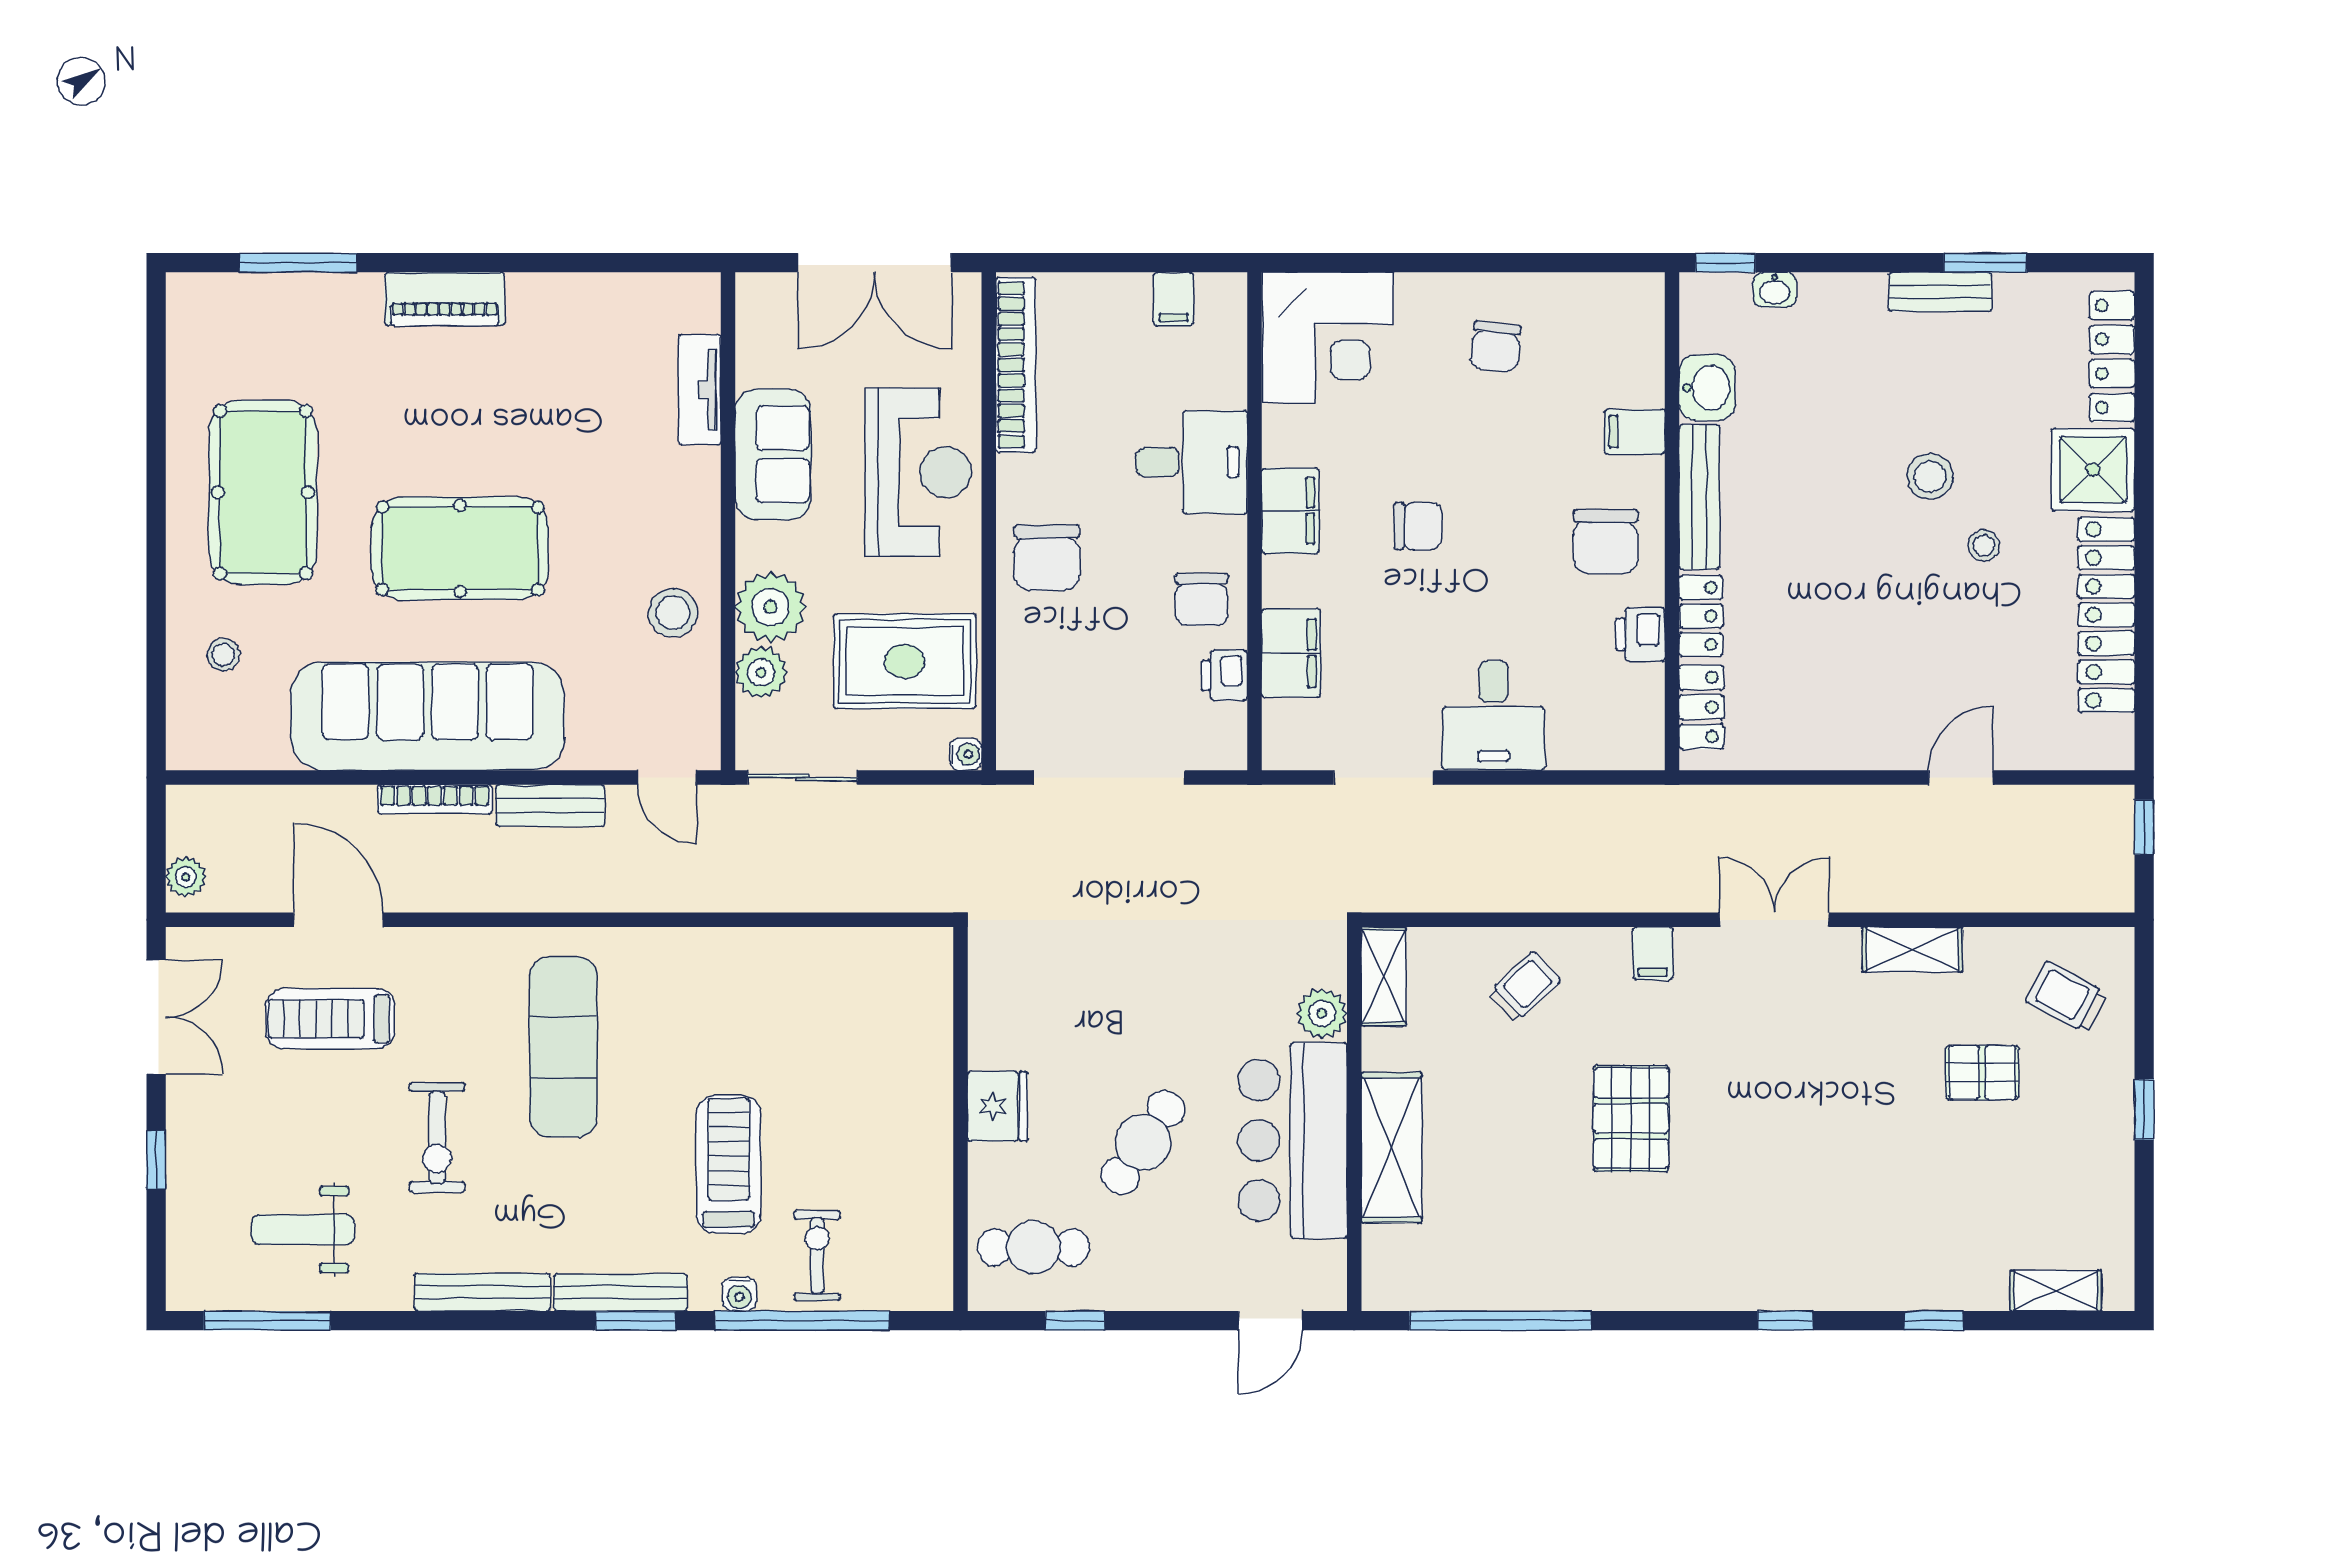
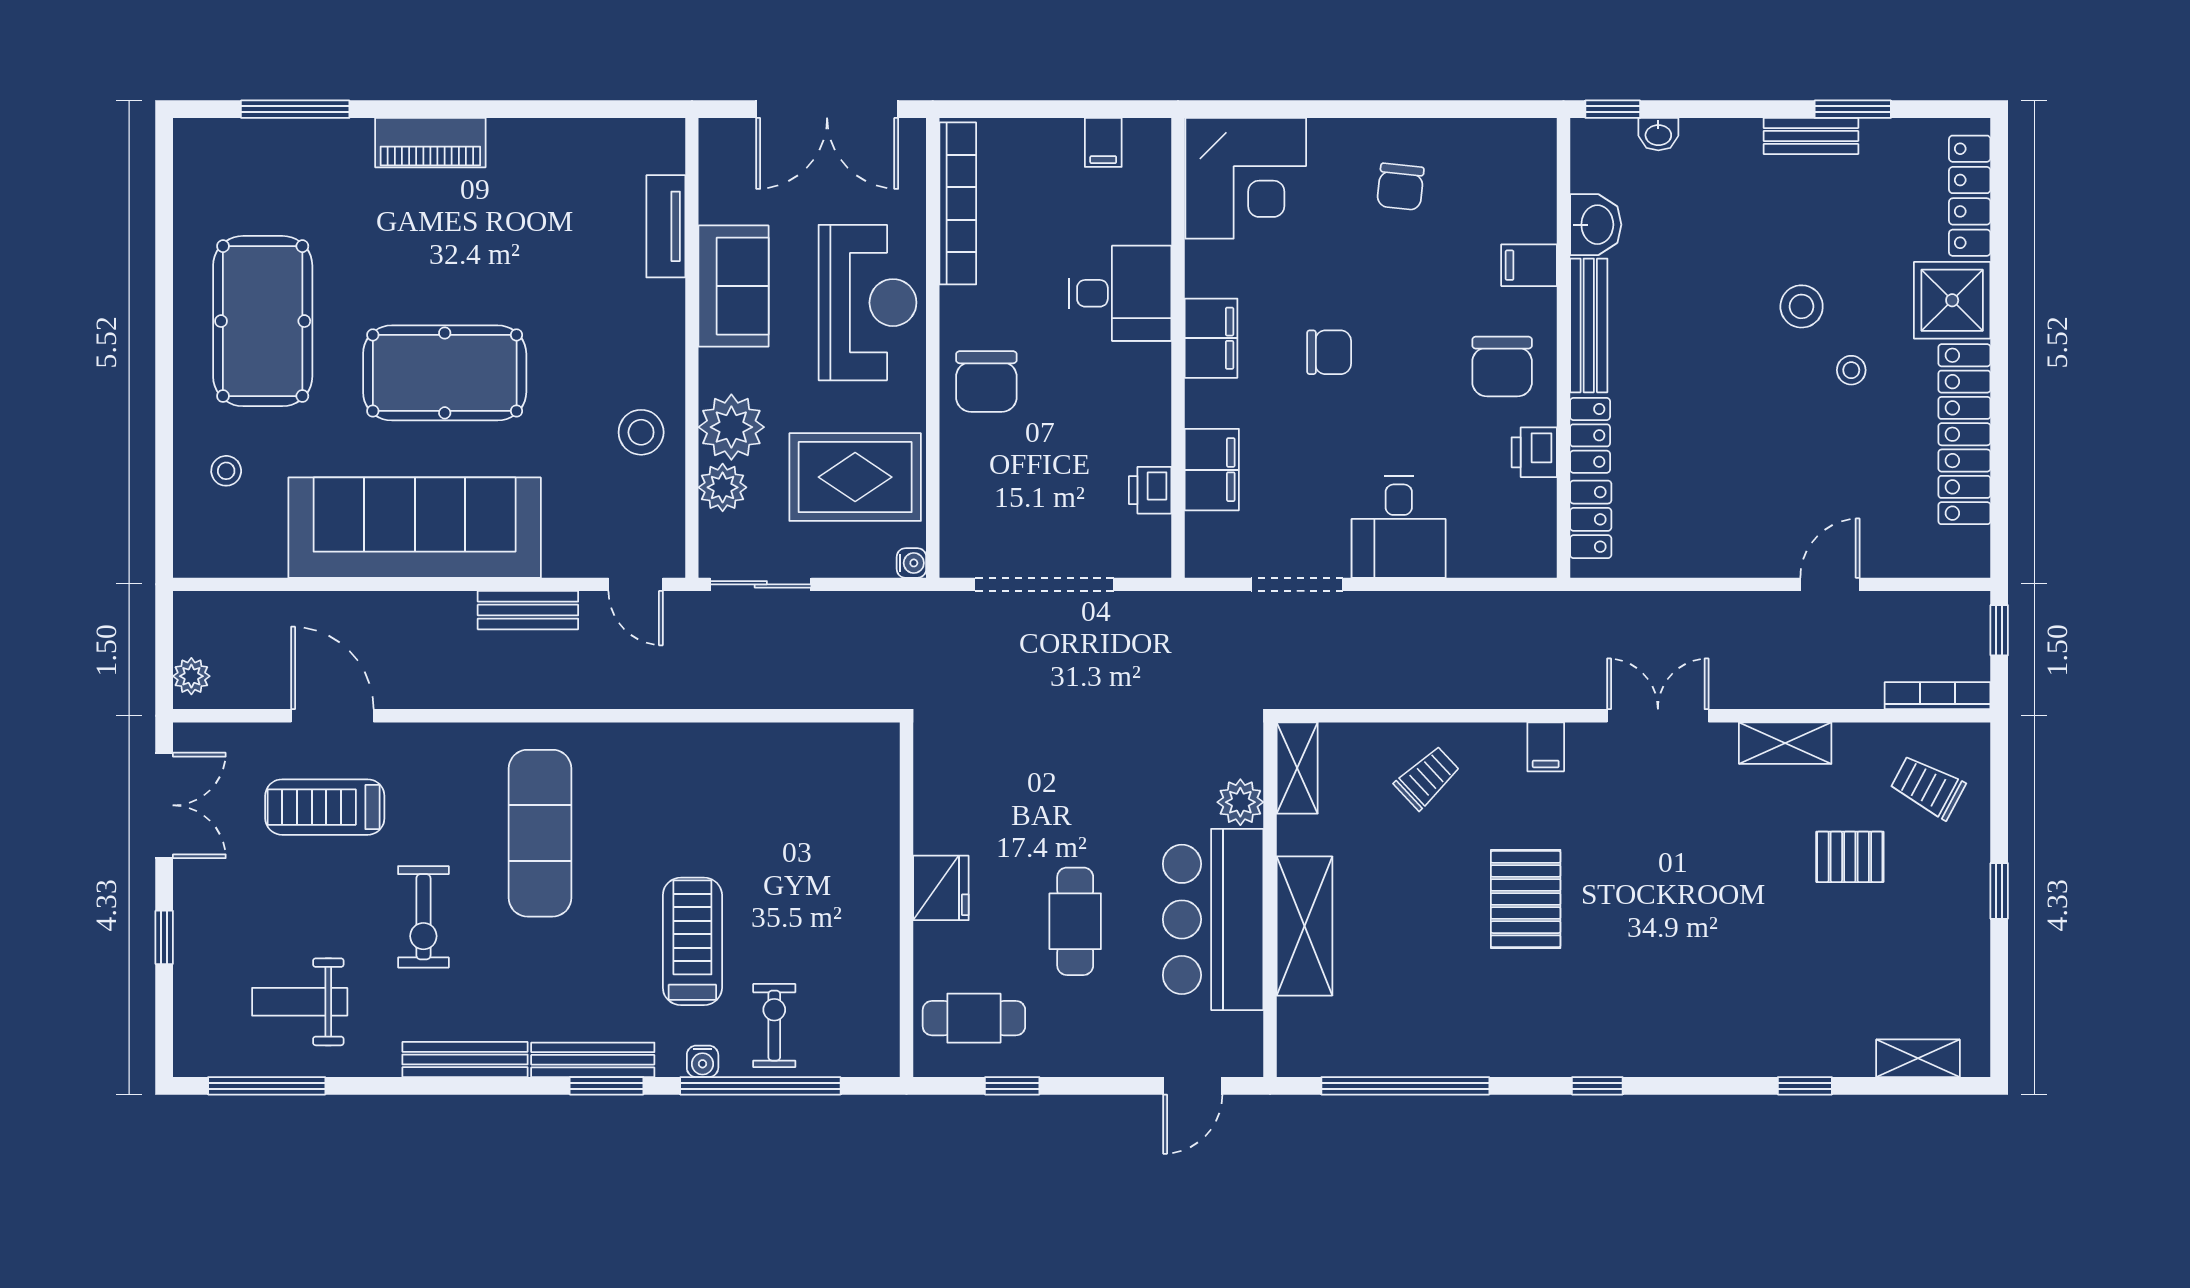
chair: (1201, 600) -> (1129, 420), removed
bookcase: (435, 799) -> (1938, 696), moved, turned 180
cafe table: (1143, 1142) -> (1075, 921), turned -34
window: (1785, 1321) -> (1597, 1086), moved

